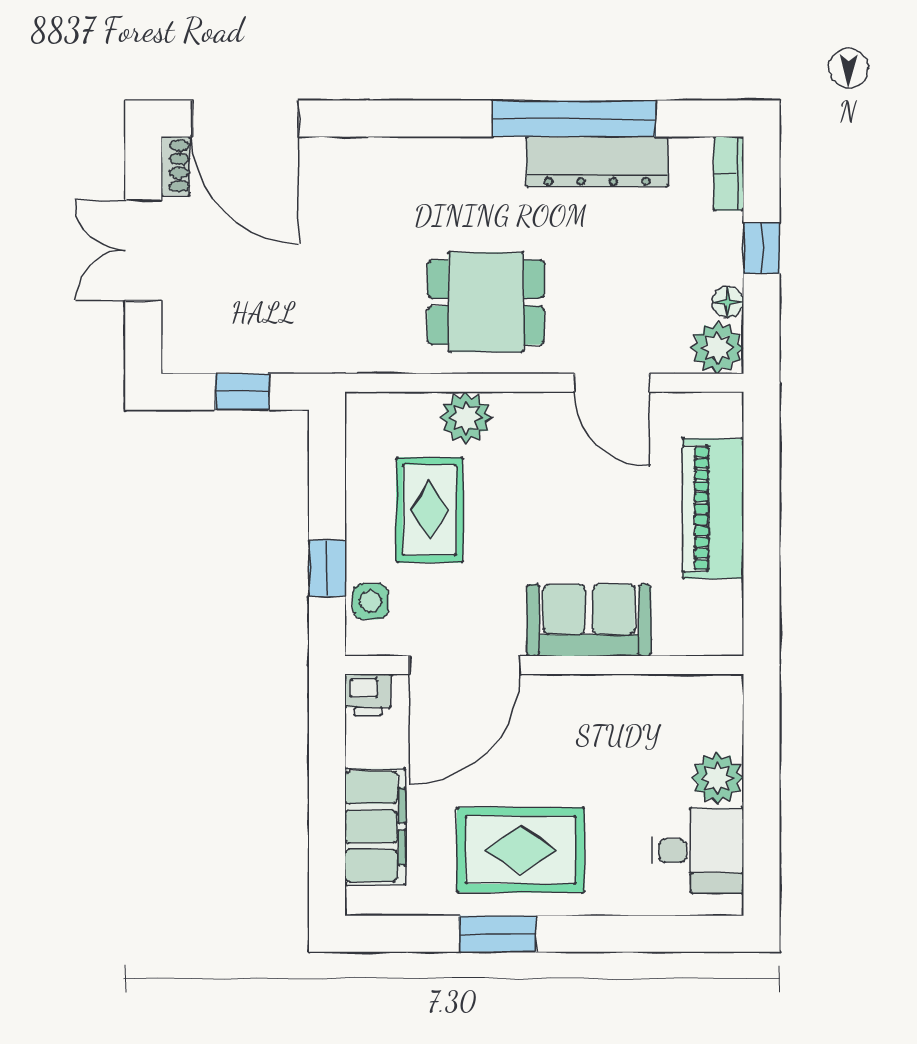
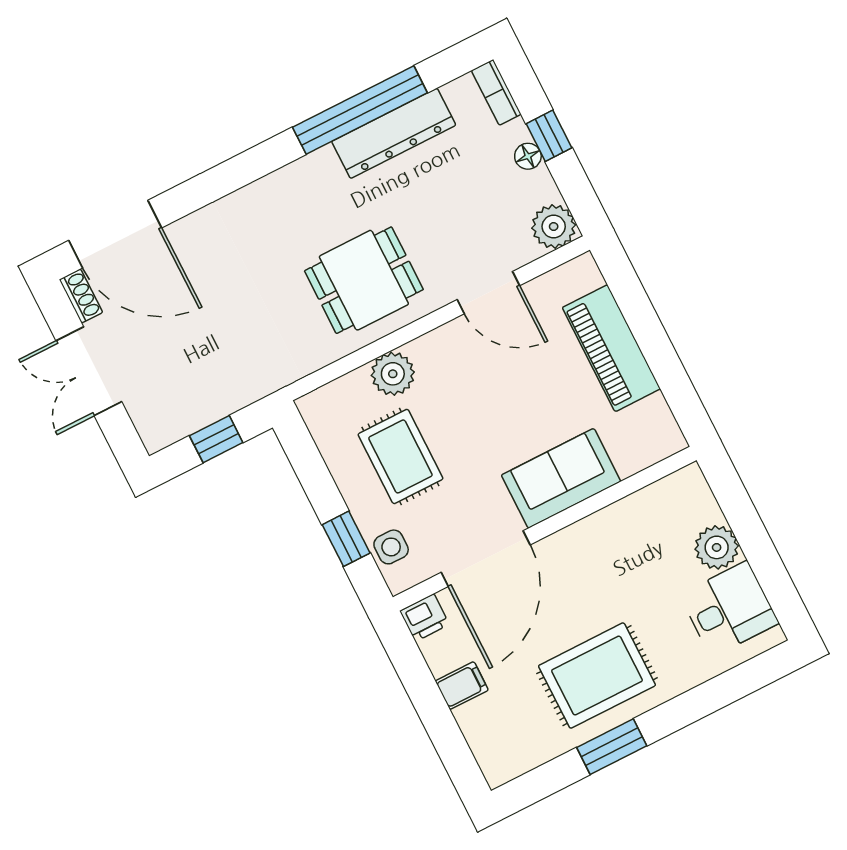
floor lamp: (728, 302) -> (528, 156), moved
filing cabinet: (375, 826) -> (462, 686), width x0.33, depth x0.86

